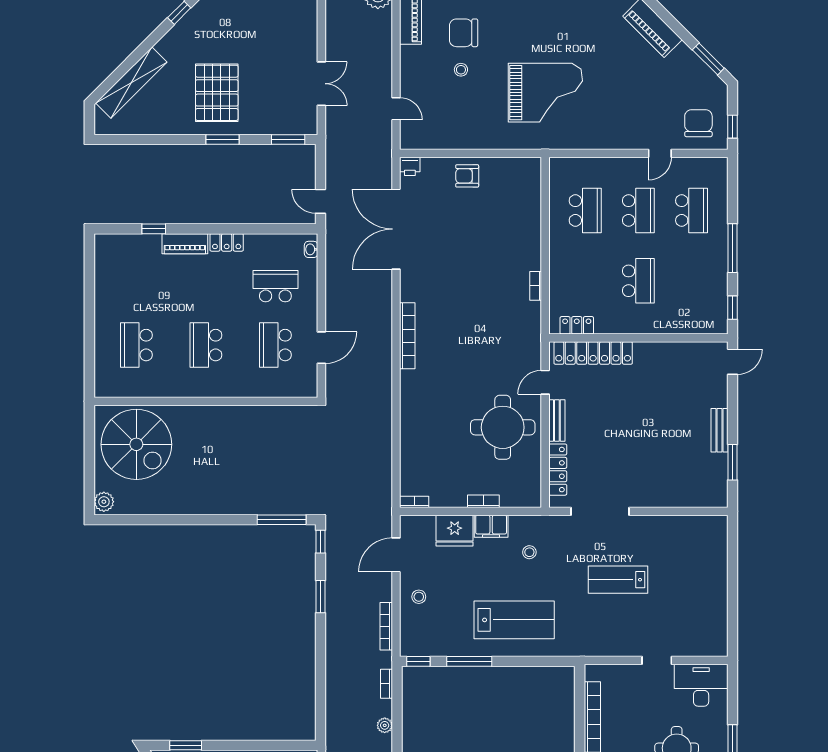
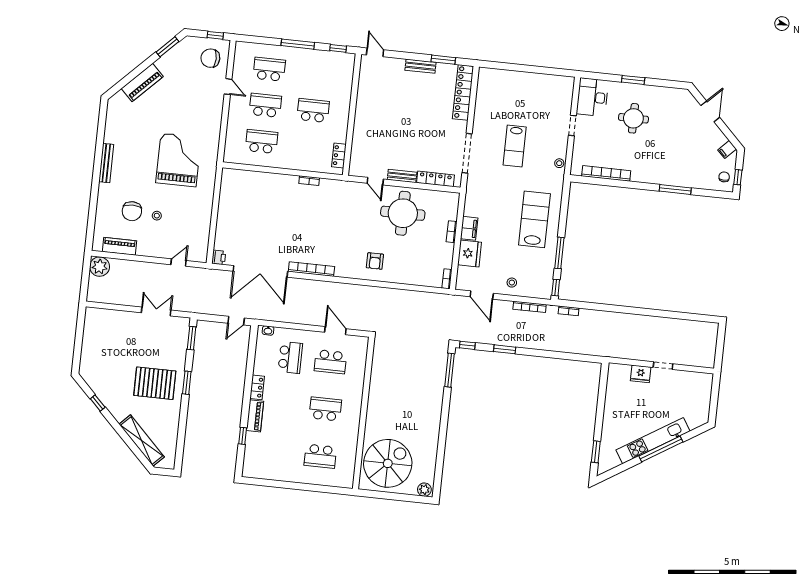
armchair: (467, 176) -> (375, 261), moved
school desk: (275, 286) -> (290, 357), turned 180
bookcase: (407, 336) -> (311, 269), moved
school desk: (206, 345) -> (325, 409), turned 180
locker: (593, 353) -> (463, 92), moved, turned 180
stool: (529, 552) -> (559, 163), moved
plant: (385, 725) -> (597, 315), removed

